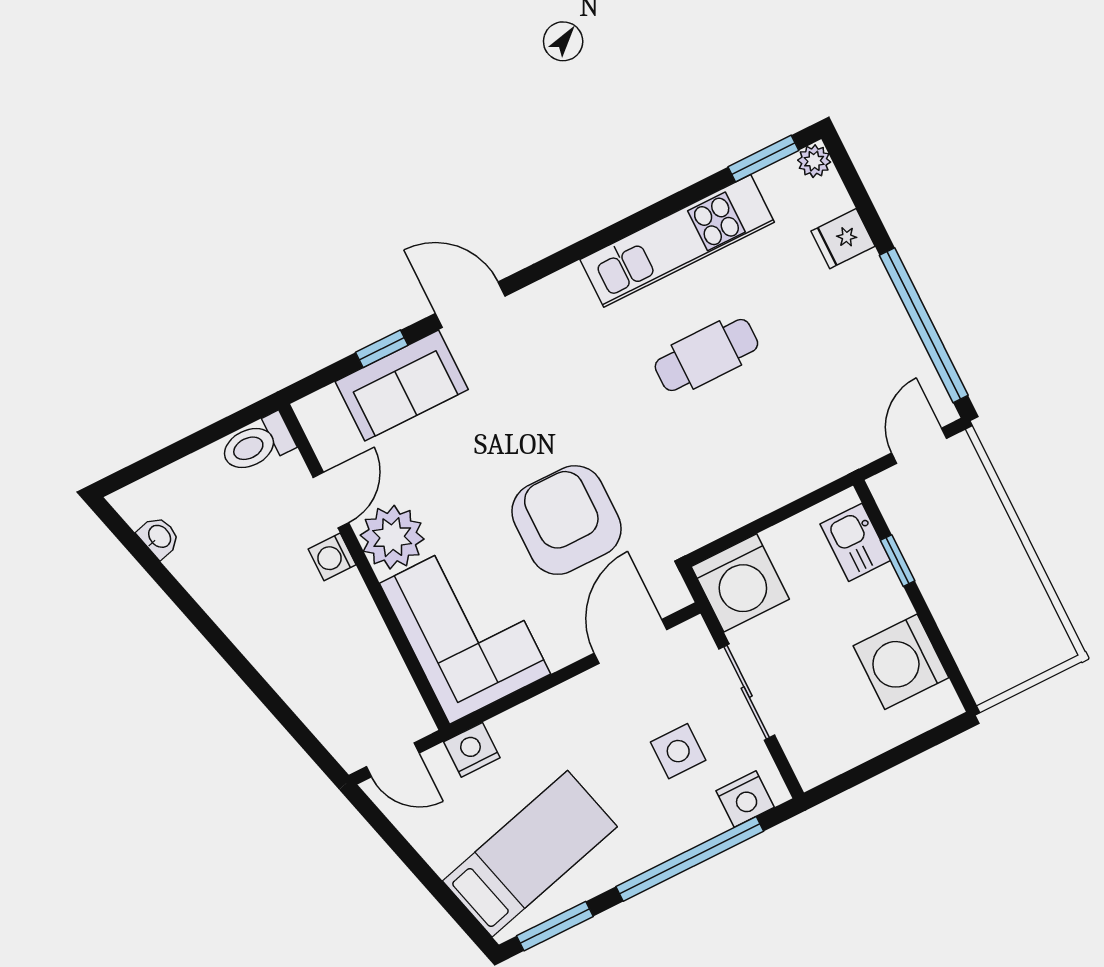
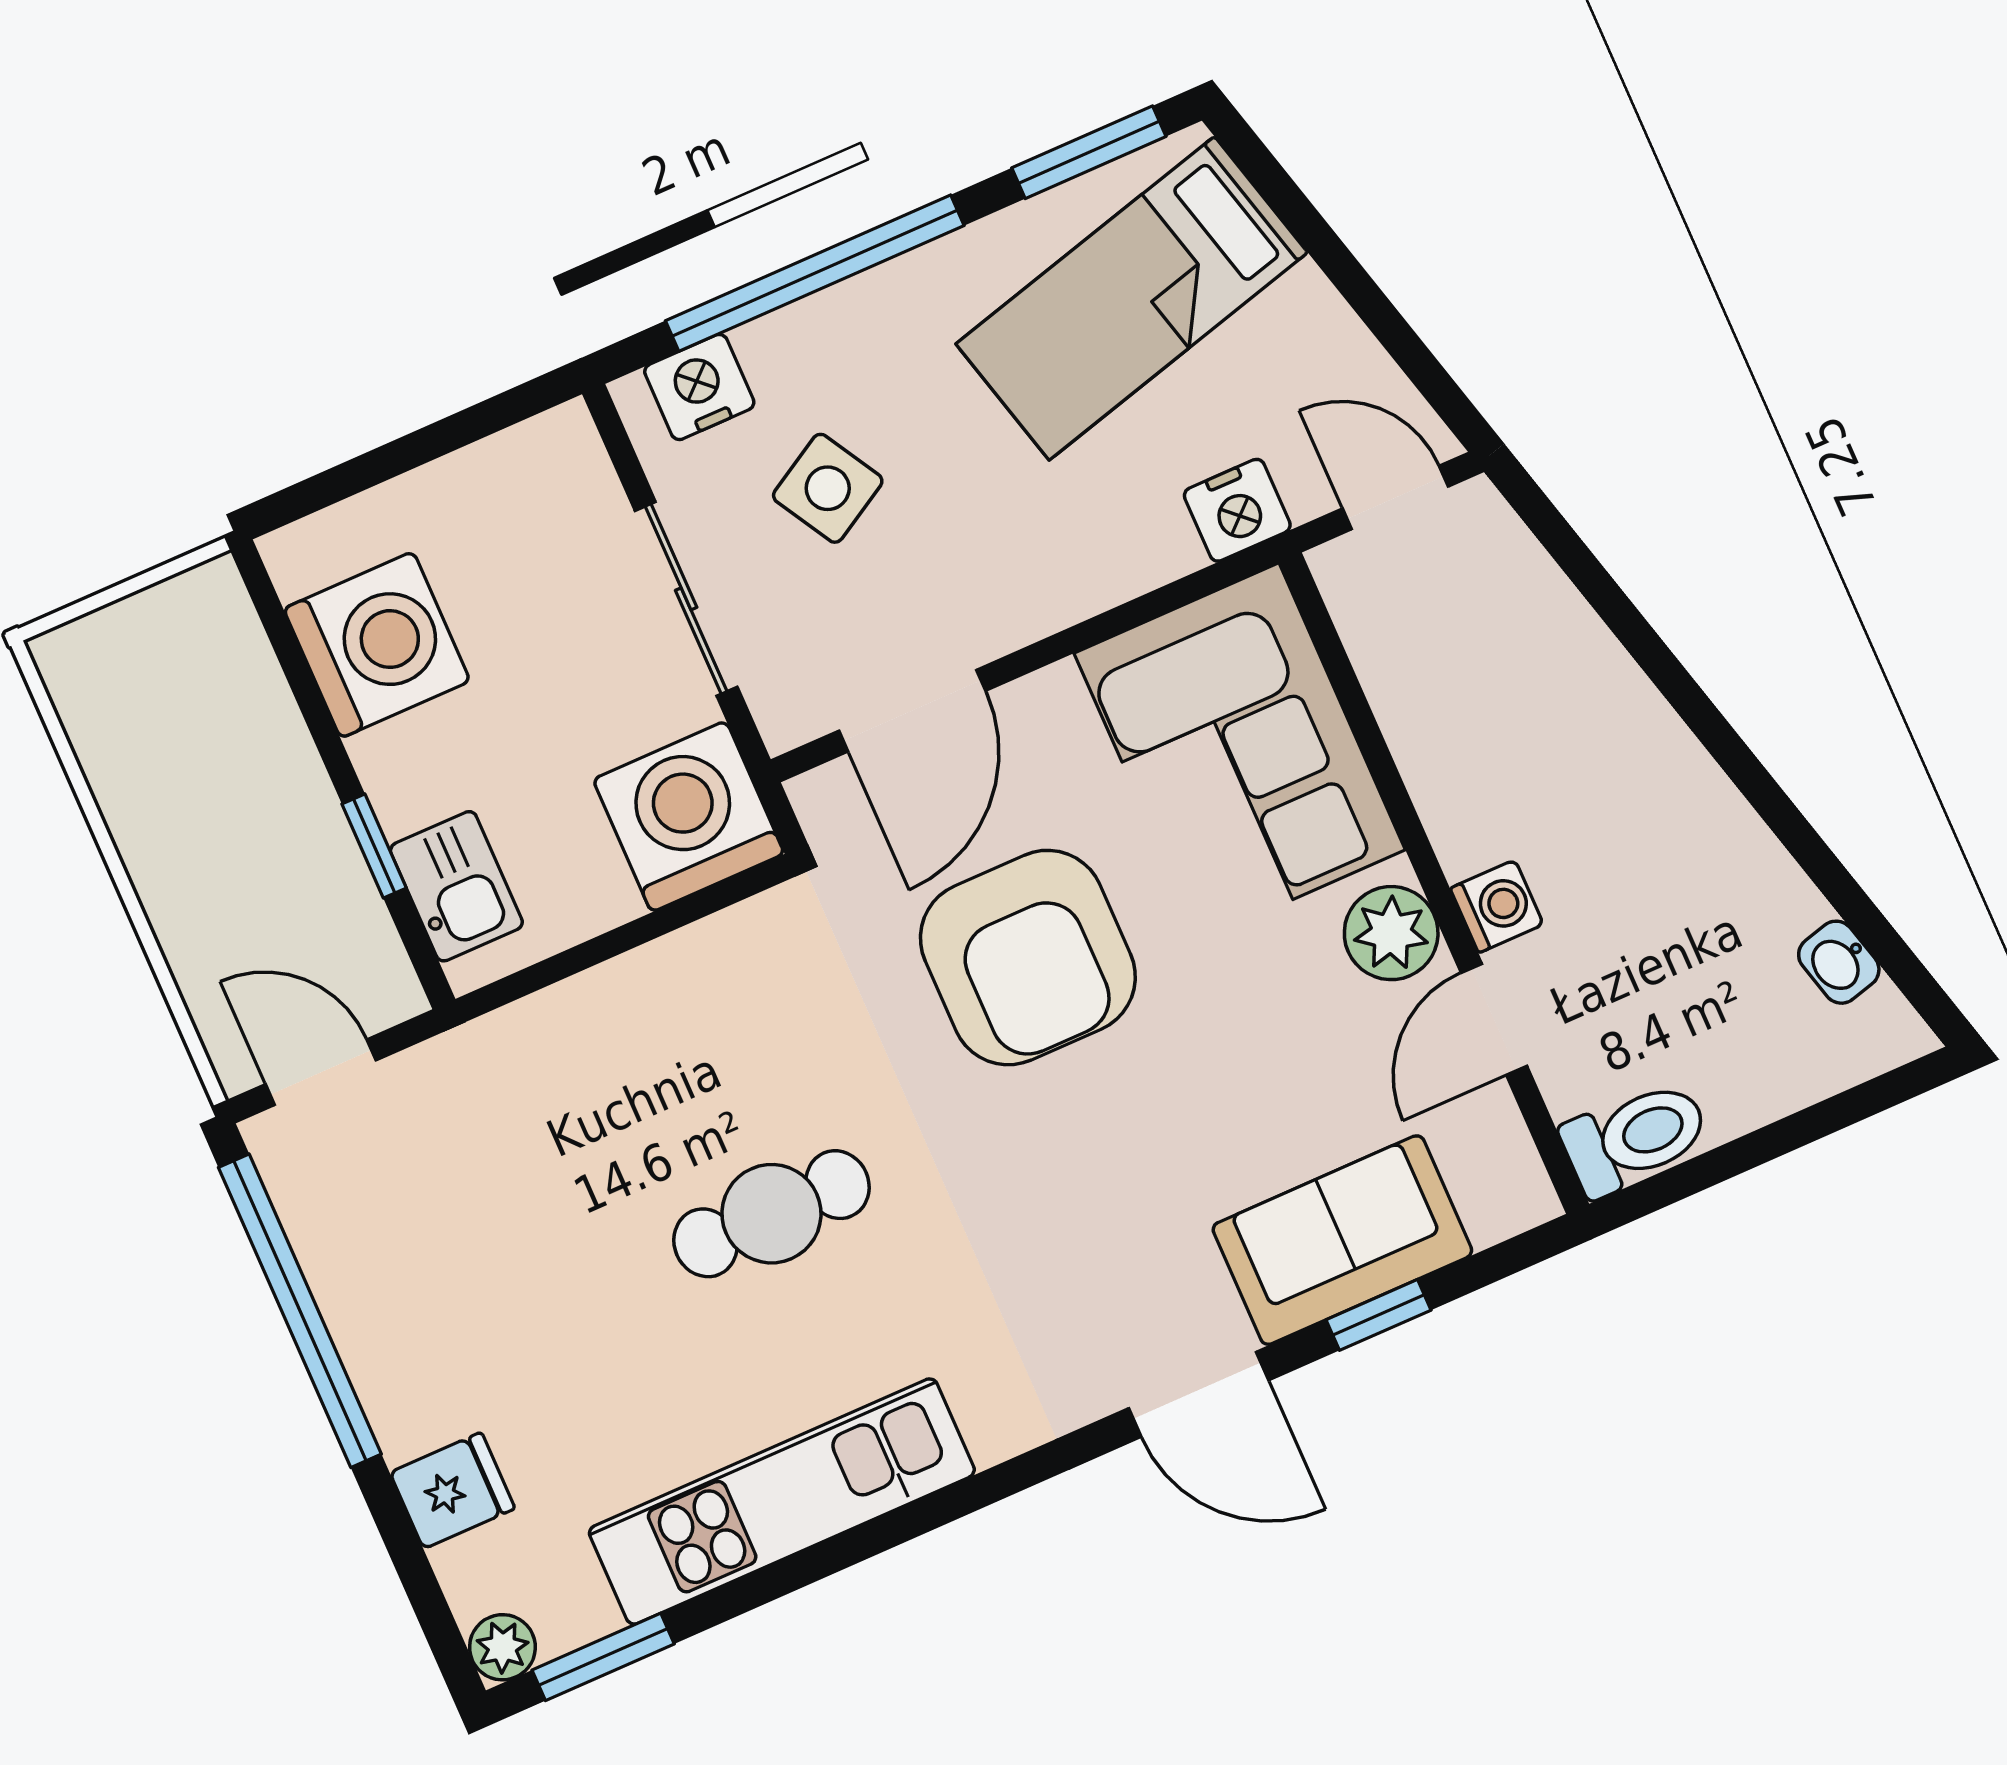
cafe table: (706, 355) -> (771, 1214), moved
door: (919, 446) -> (321, 1072), swing flipped
plant: (392, 537) -> (1391, 933), width x0.73, depth x0.73
side table: (678, 751) -> (828, 488), turned -30

